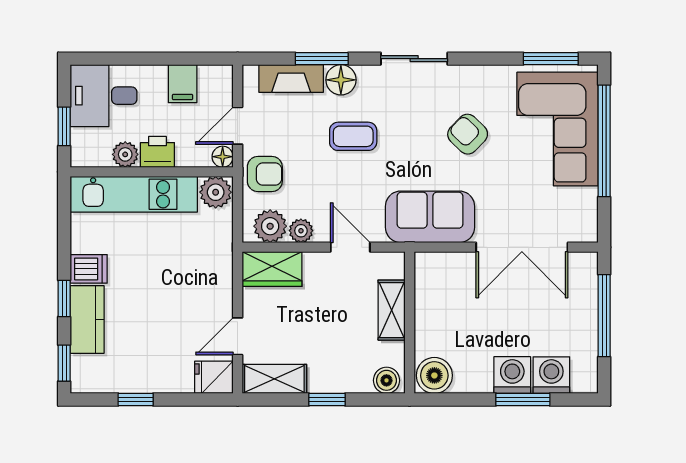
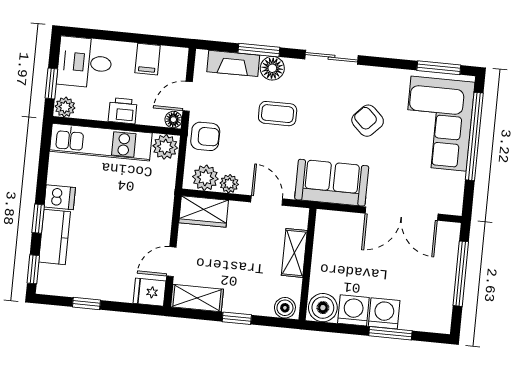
plant: (125, 154) -> (65, 107), moved
washing machine: (551, 375) -> (353, 310), moved

